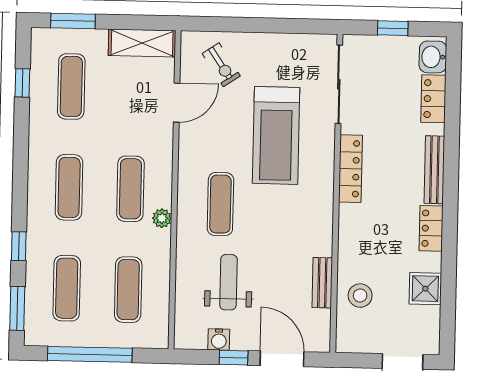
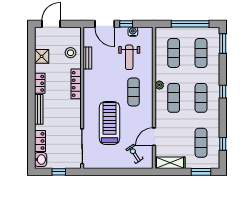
locker: (350, 169) -> (76, 84), moved
window: (19, 246) -> (223, 92), moved

